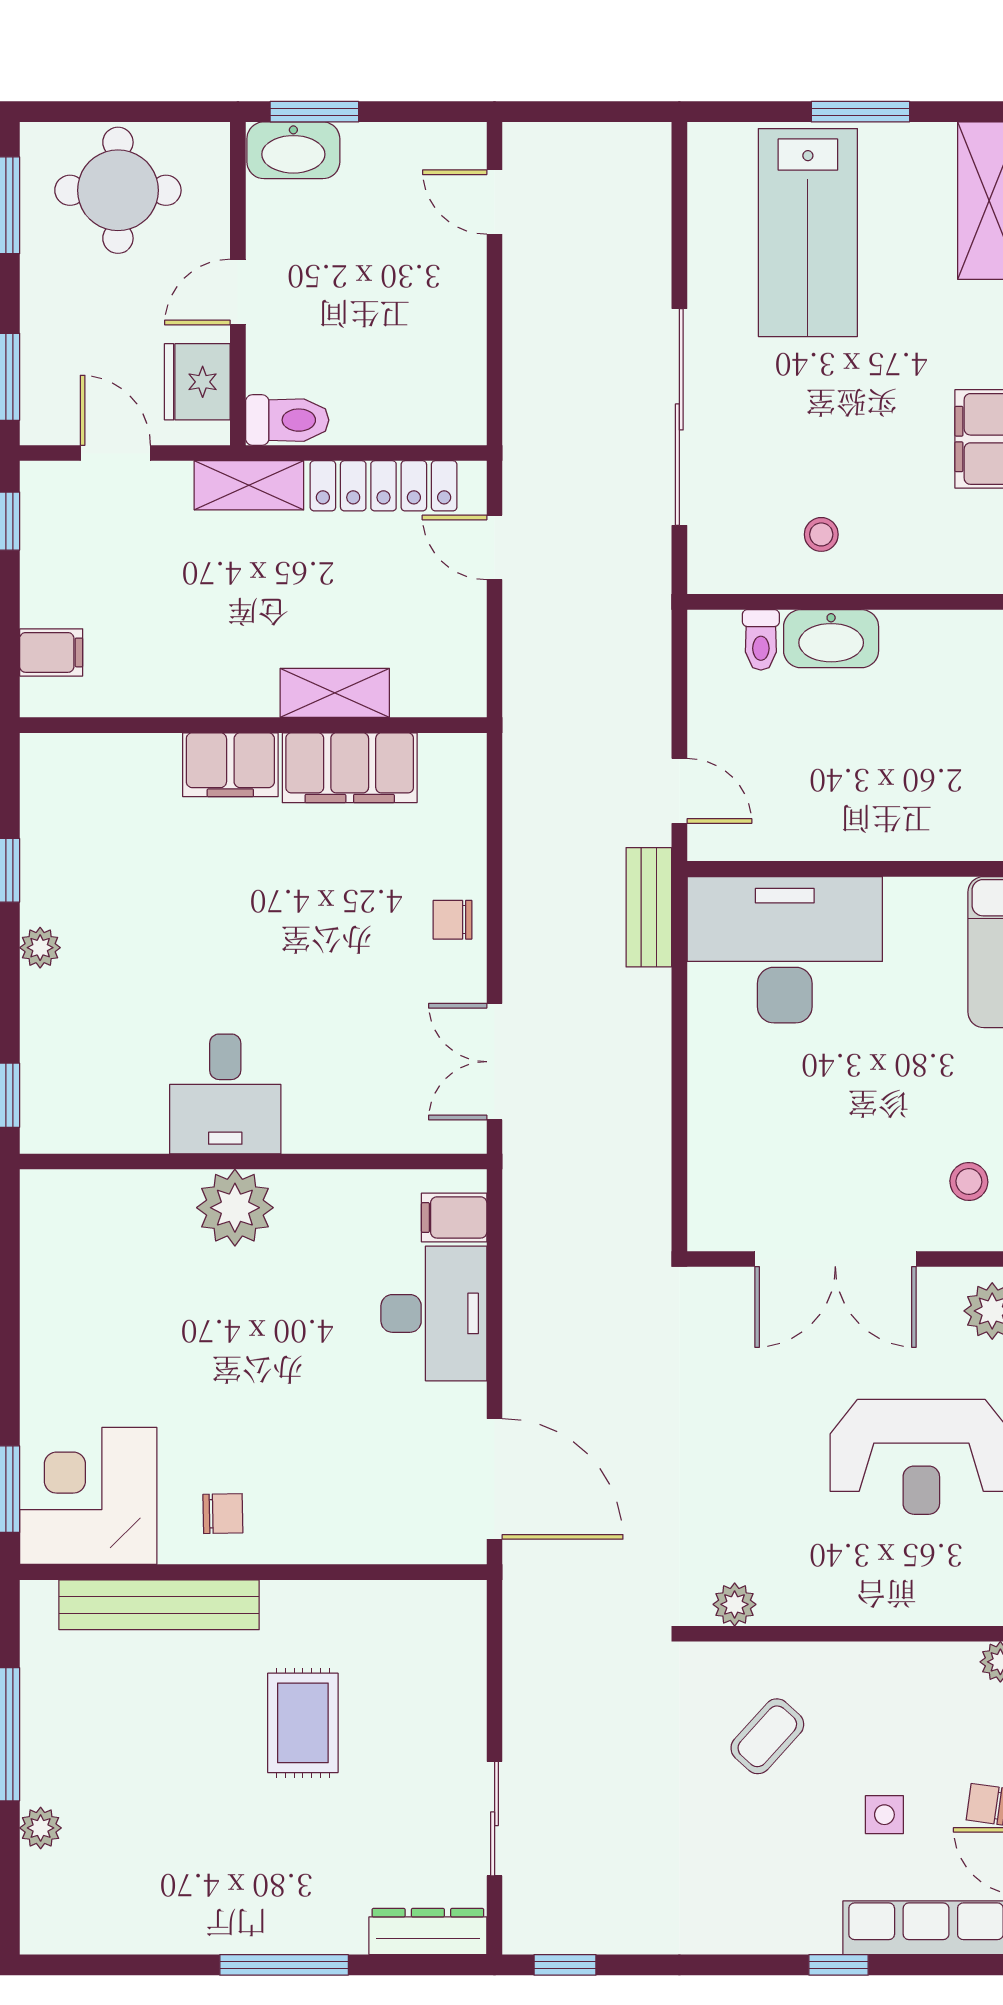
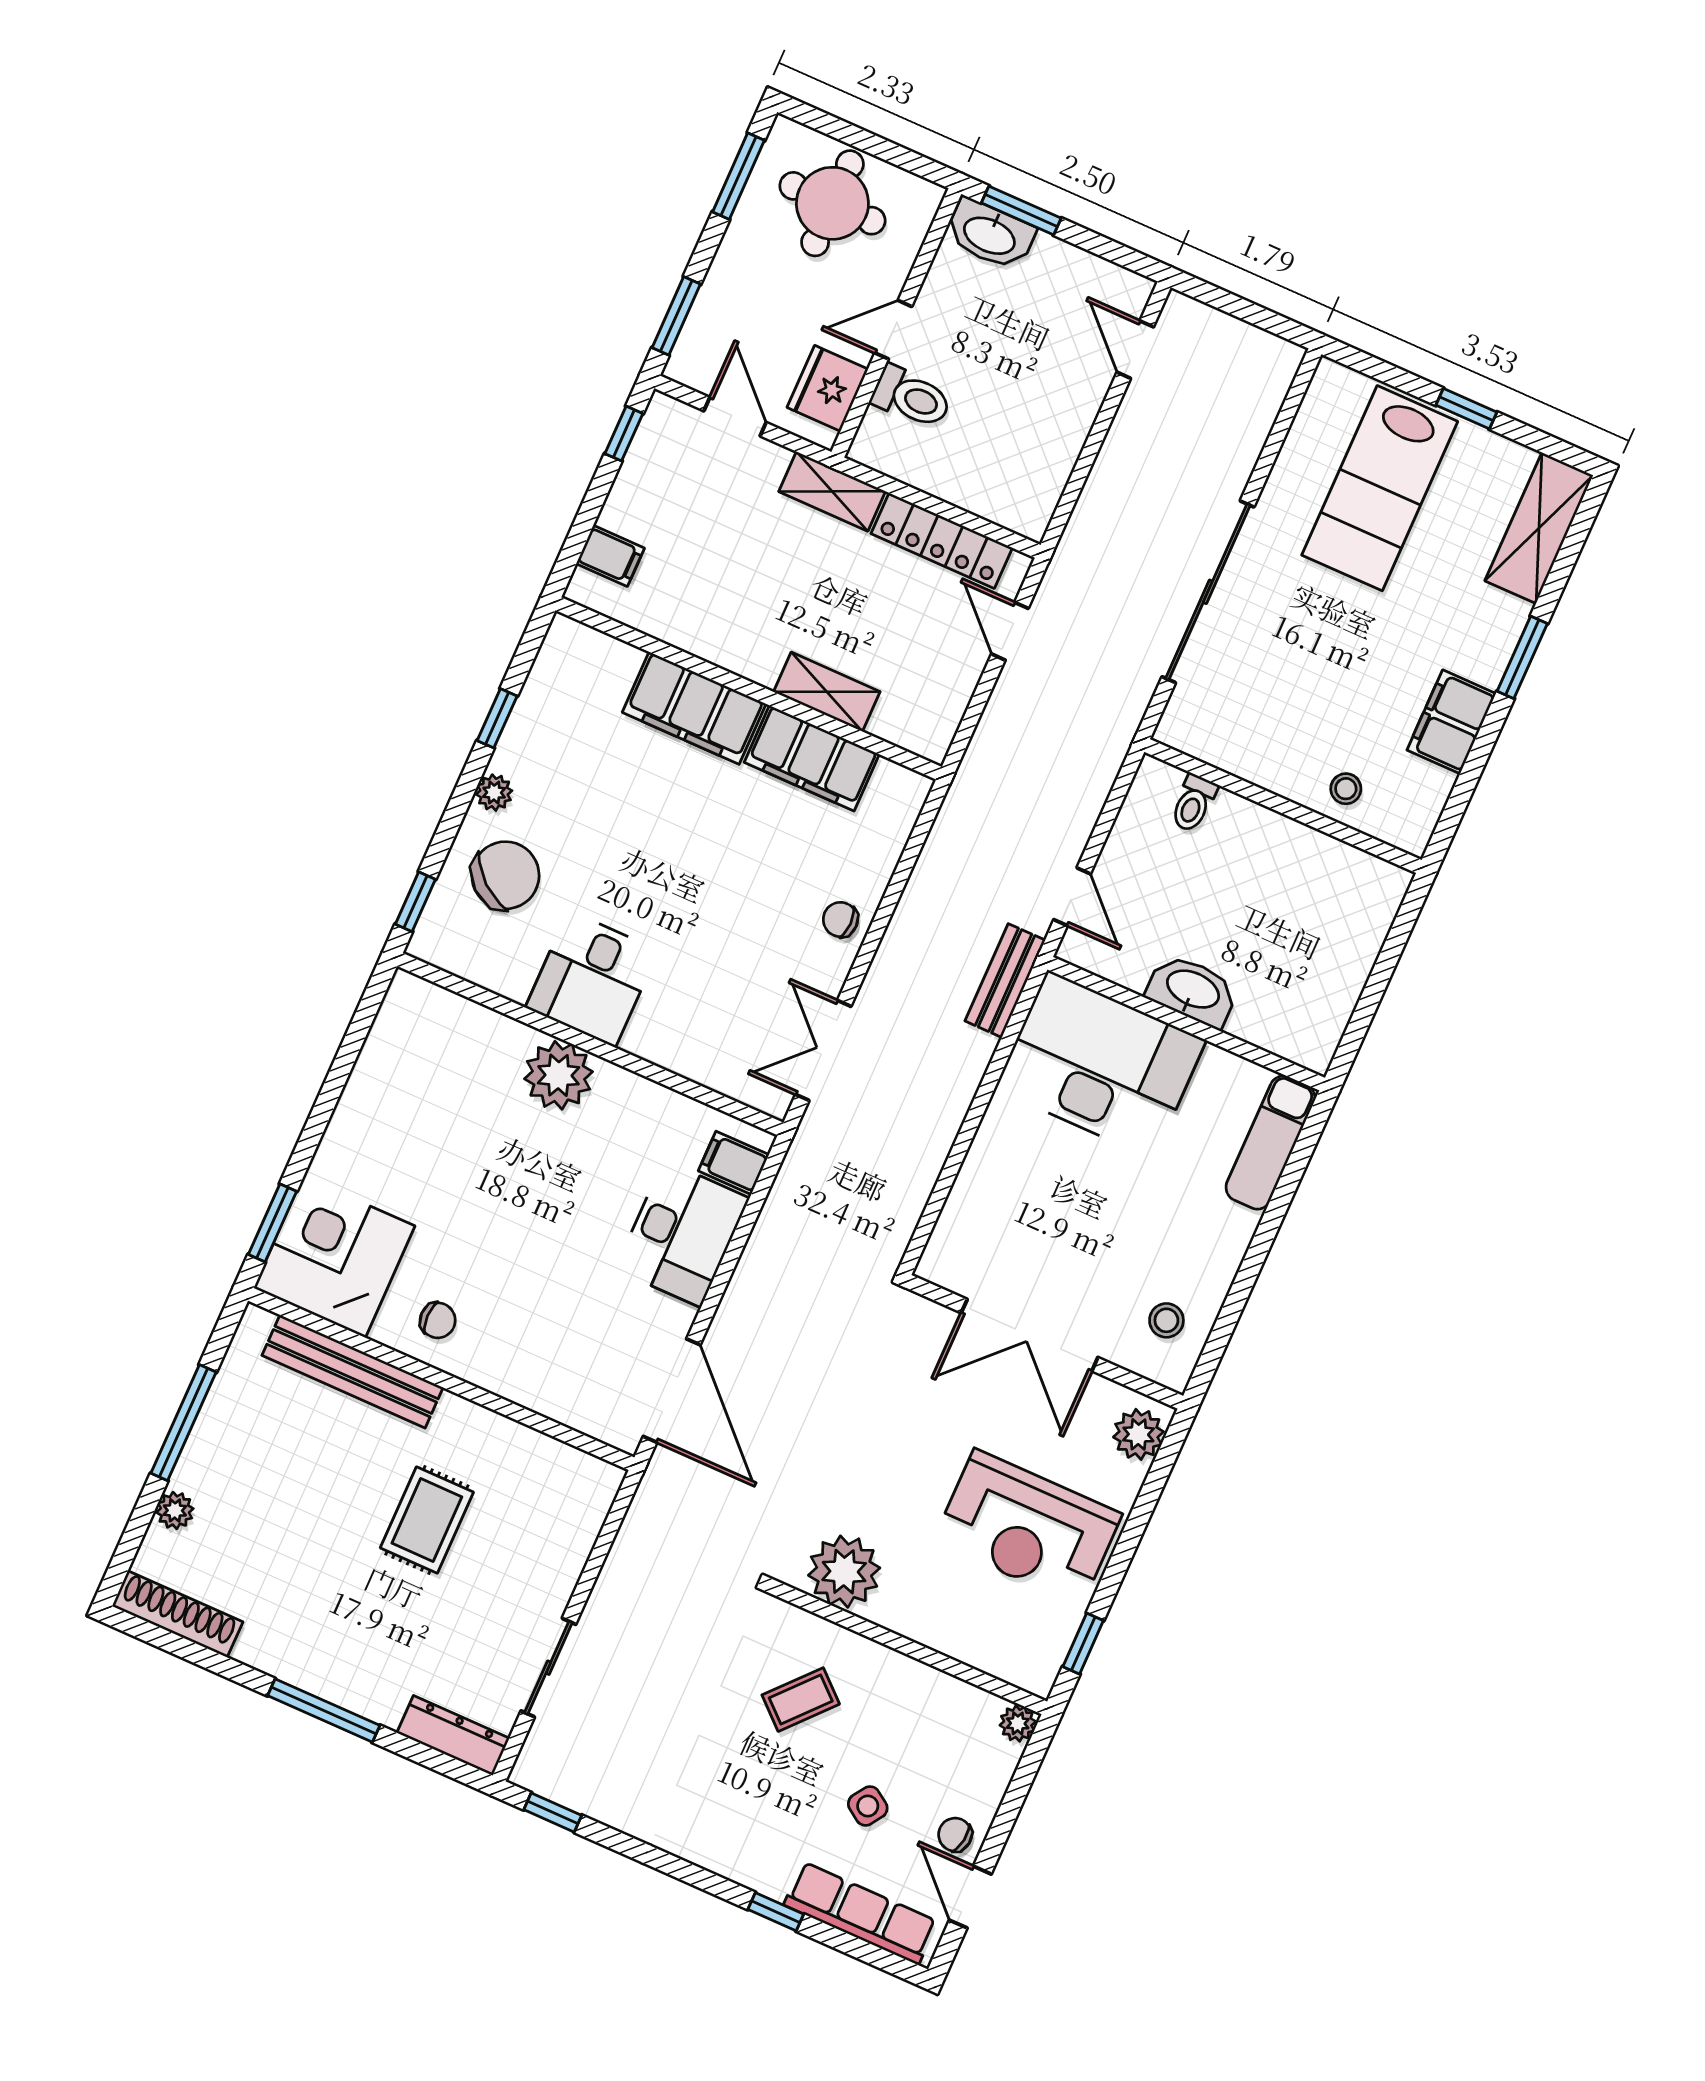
window: (860, 112) -> (1466, 409), width x0.67
toilet: (287, 420) -> (911, 397), moved
stool: (821, 534) -> (1346, 789), moved
washbasin: (831, 639) -> (1192, 991), moved, turned 180
filing cabinet: (230, 765) -> (694, 708), width x1.50, depth x1.17
chair: (89, 1027) -> (505, 875), added
plant: (735, 1604) -> (844, 1572), width x1.87, depth x1.87
side table: (884, 1815) -> (868, 1806), turned 34
shoe rack: (90, 1933) -> (177, 1614), added

